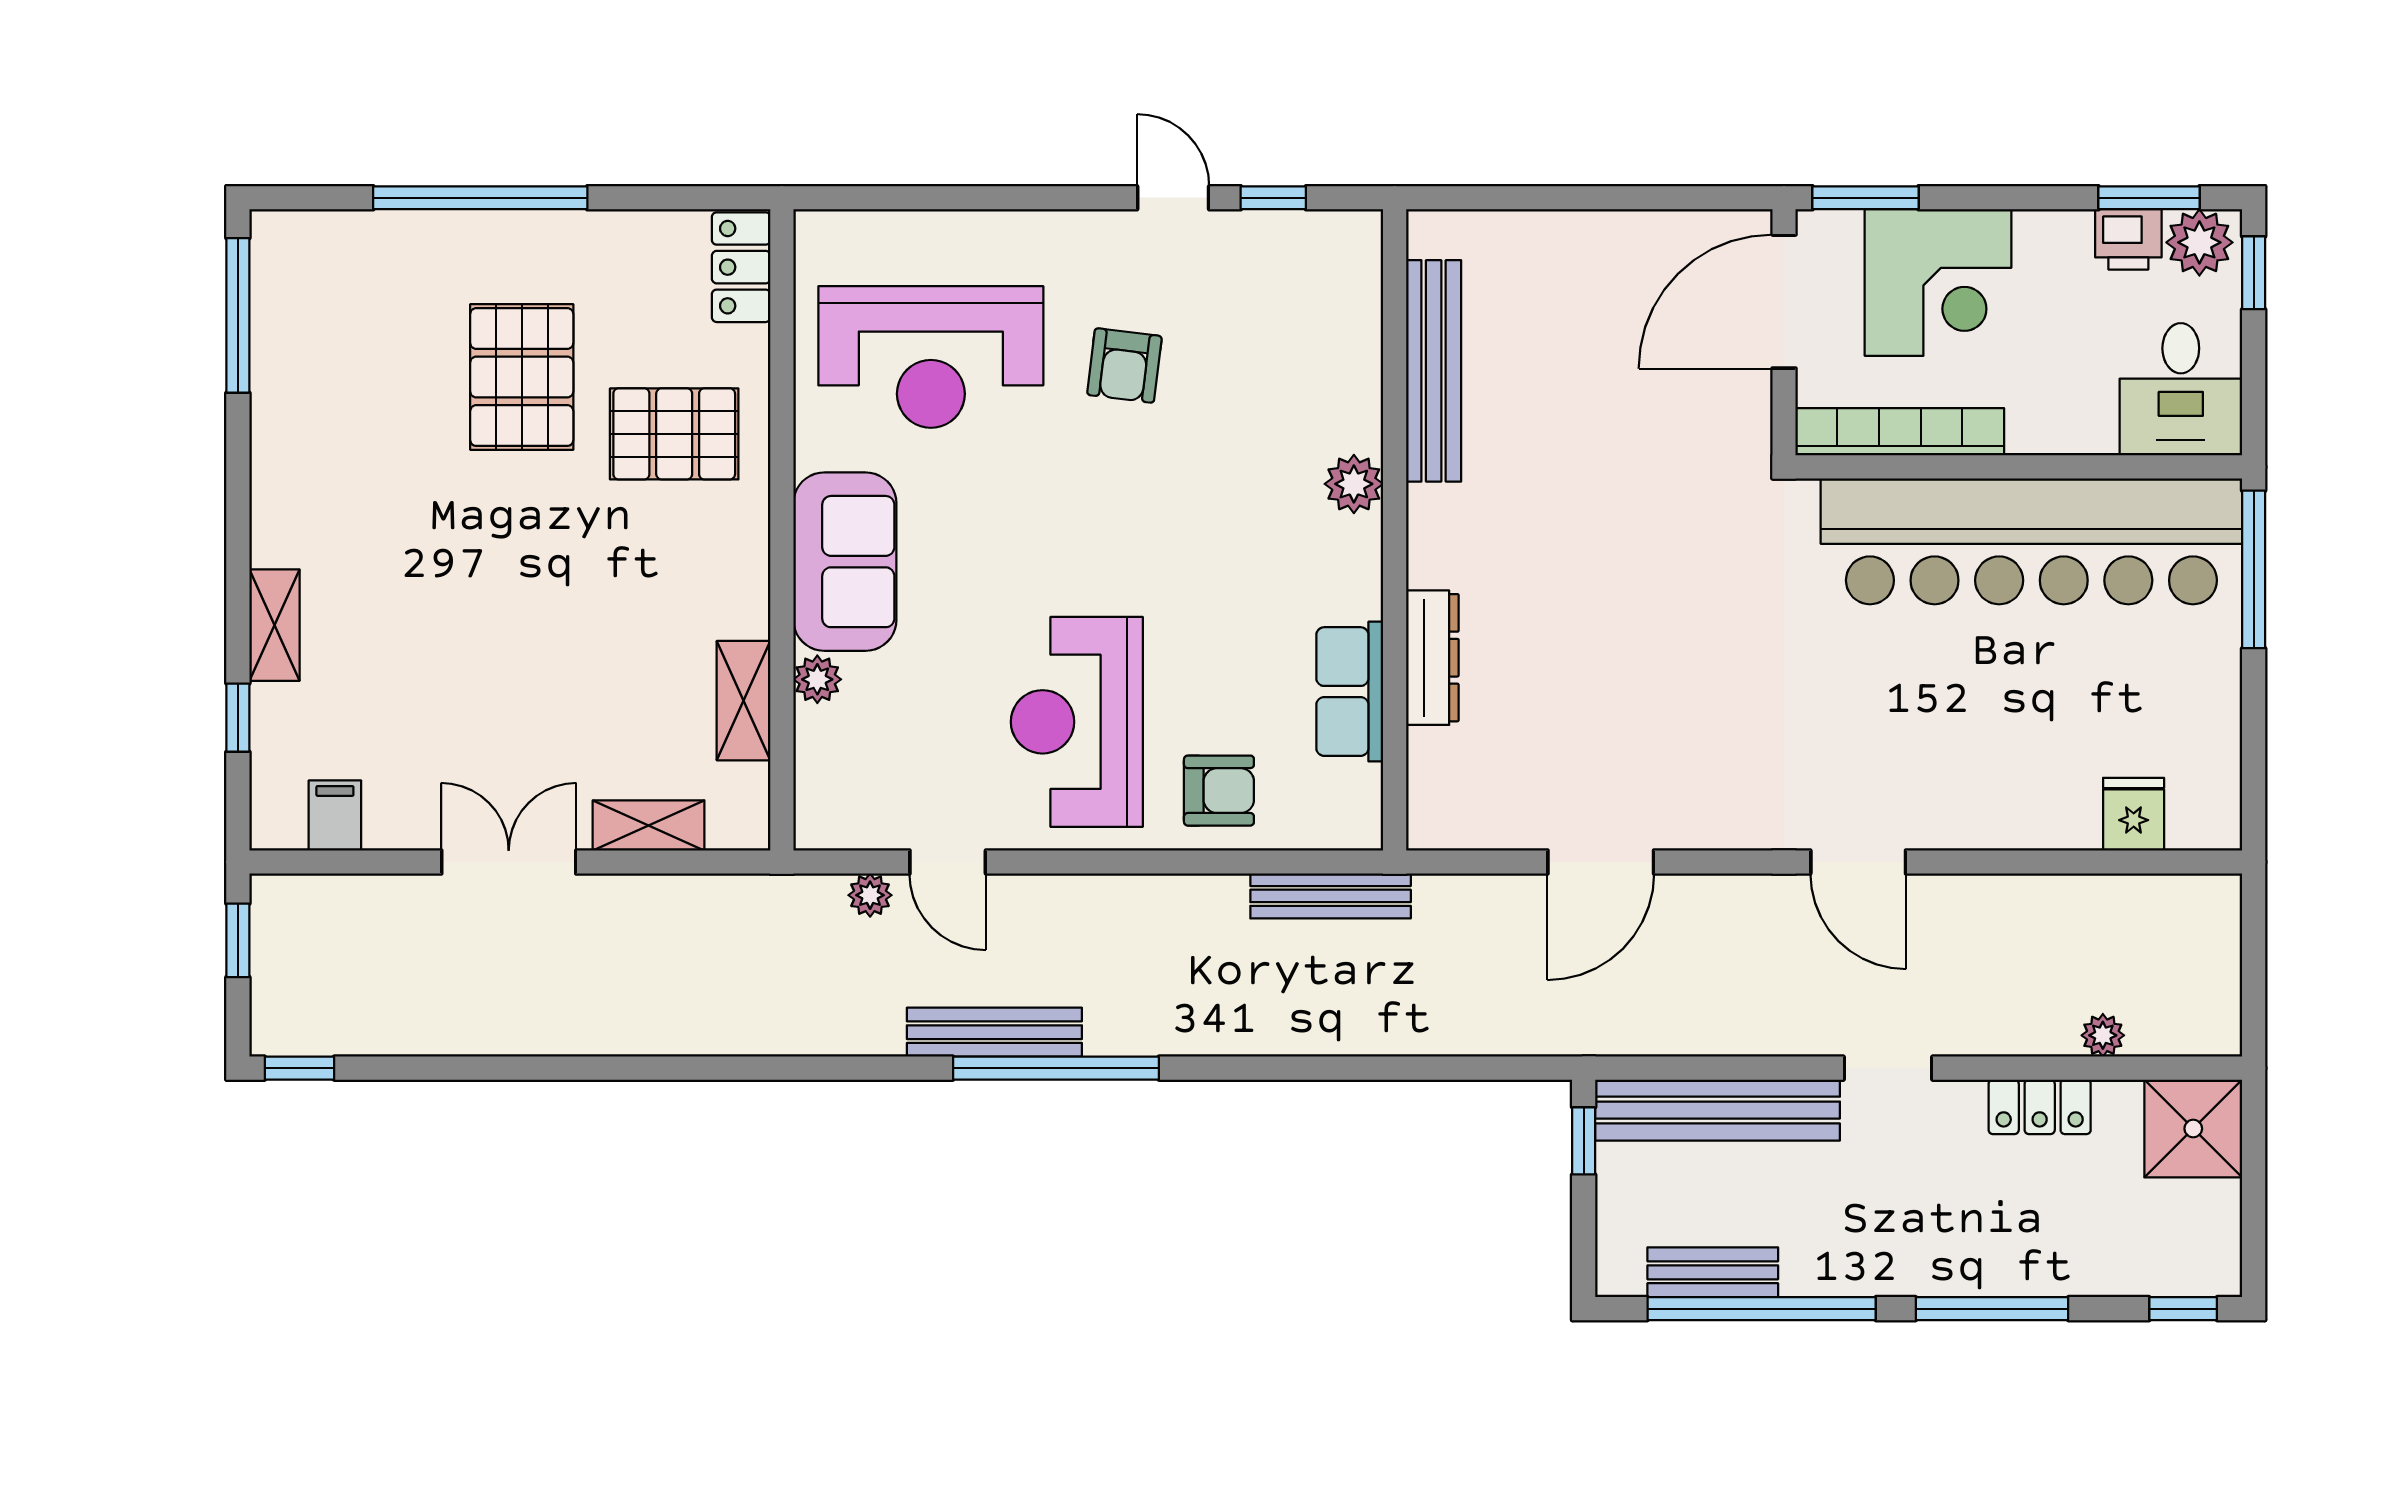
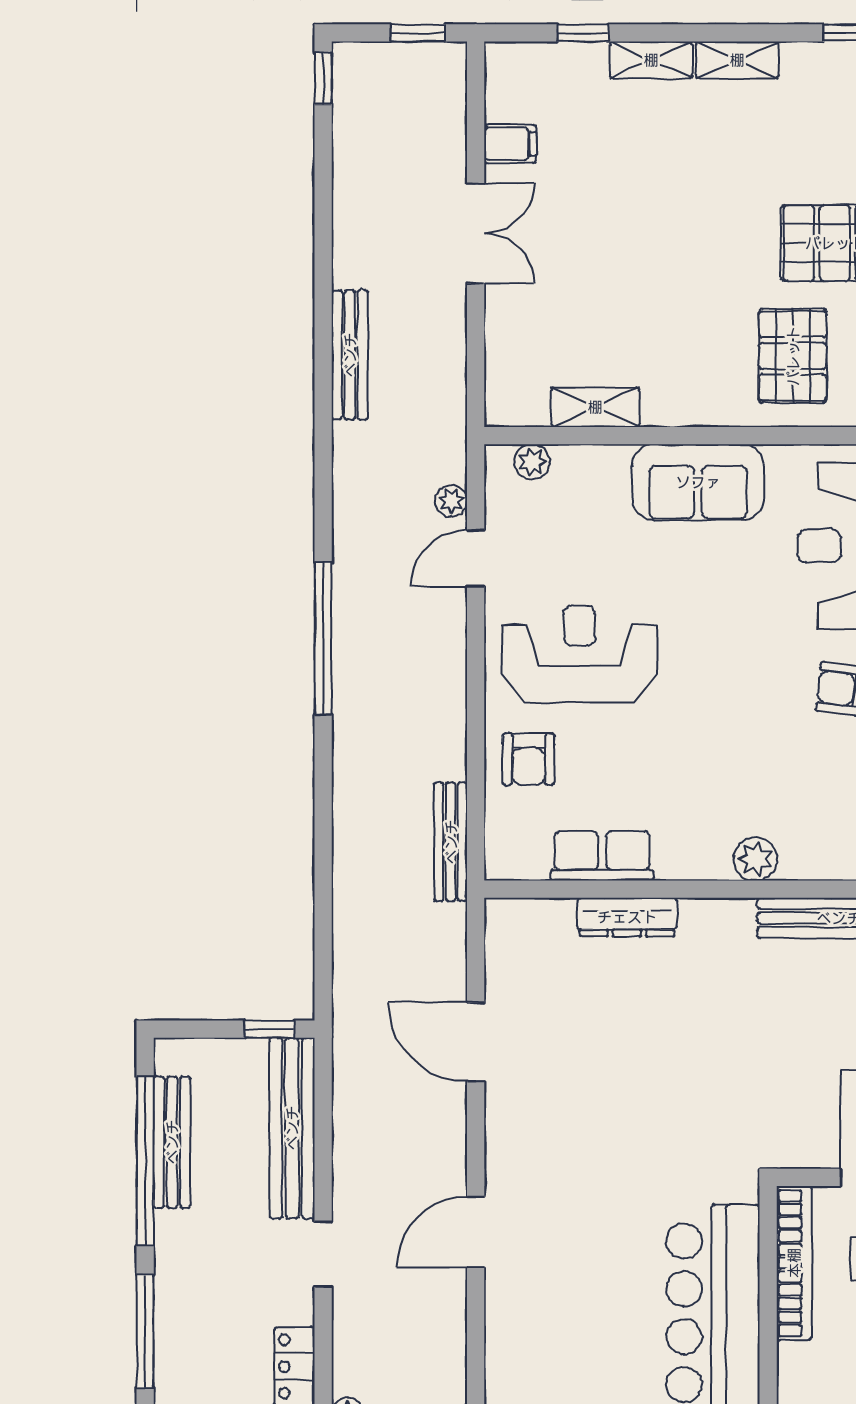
plant: (817, 679) -> (532, 462), moved
filing cabinet: (335, 816) -> (510, 144), moved
shelving: (649, 825) -> (737, 60), moved, turned 90
bench: (994, 1032) -> (350, 355), moved
bench: (1713, 1272) -> (172, 1142), width x1.36

